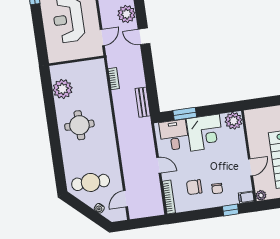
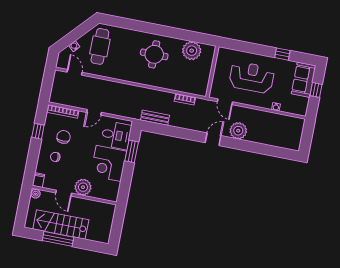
plant: (234, 121) -> (83, 187), moved
window: (231, 210) -> (38, 131), moved

